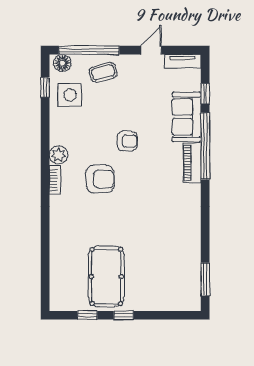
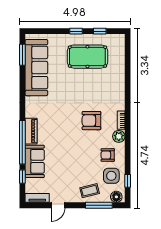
window: (89, 50) -> (99, 205), width x0.68
armchair: (127, 141) -> (108, 155), moved
sofa: (184, 260) -> (36, 68), added
pool table: (106, 276) -> (87, 57), turned 90

